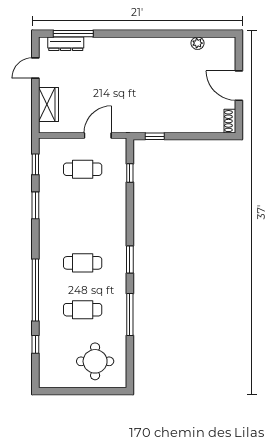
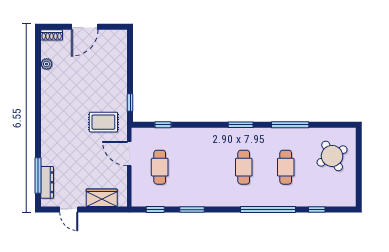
rug: (133, 107) -> (103, 122), added
shoe rack: (230, 121) -> (52, 35), moved
round table: (95, 361) -> (332, 156), turned -30

